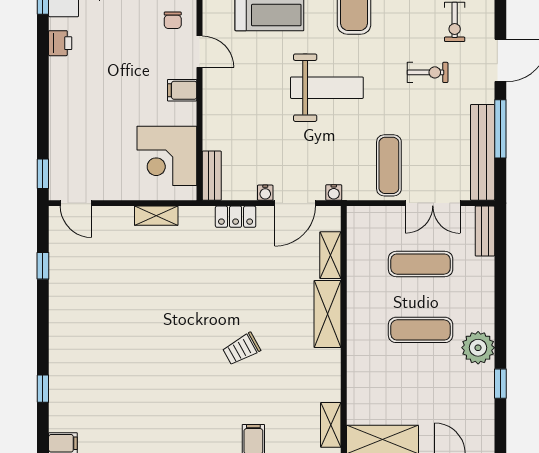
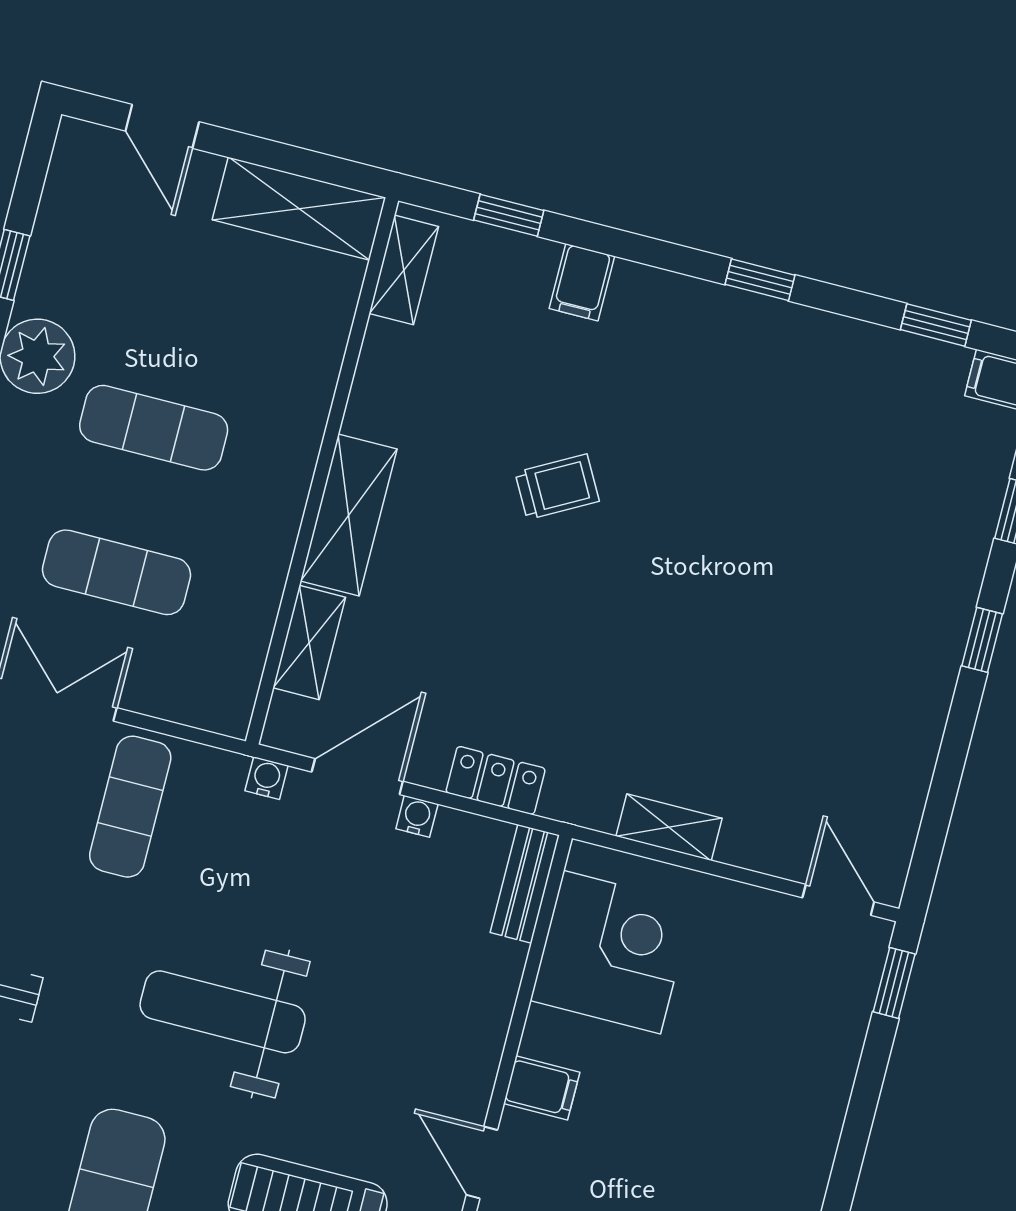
window: (43, 266) -> (982, 640), moved

